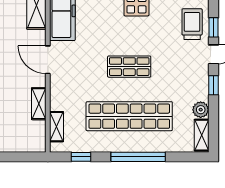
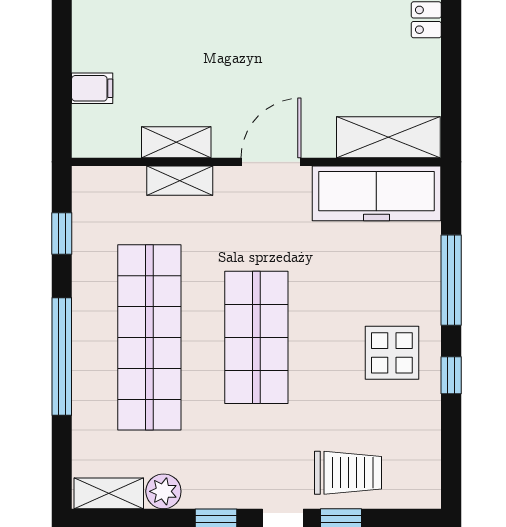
shop shelf: (129, 67) -> (256, 337), width x1.43, depth x1.36
shelving: (57, 127) -> (180, 181), moved
filing cabinet: (14, 143) -> (92, 88), added

